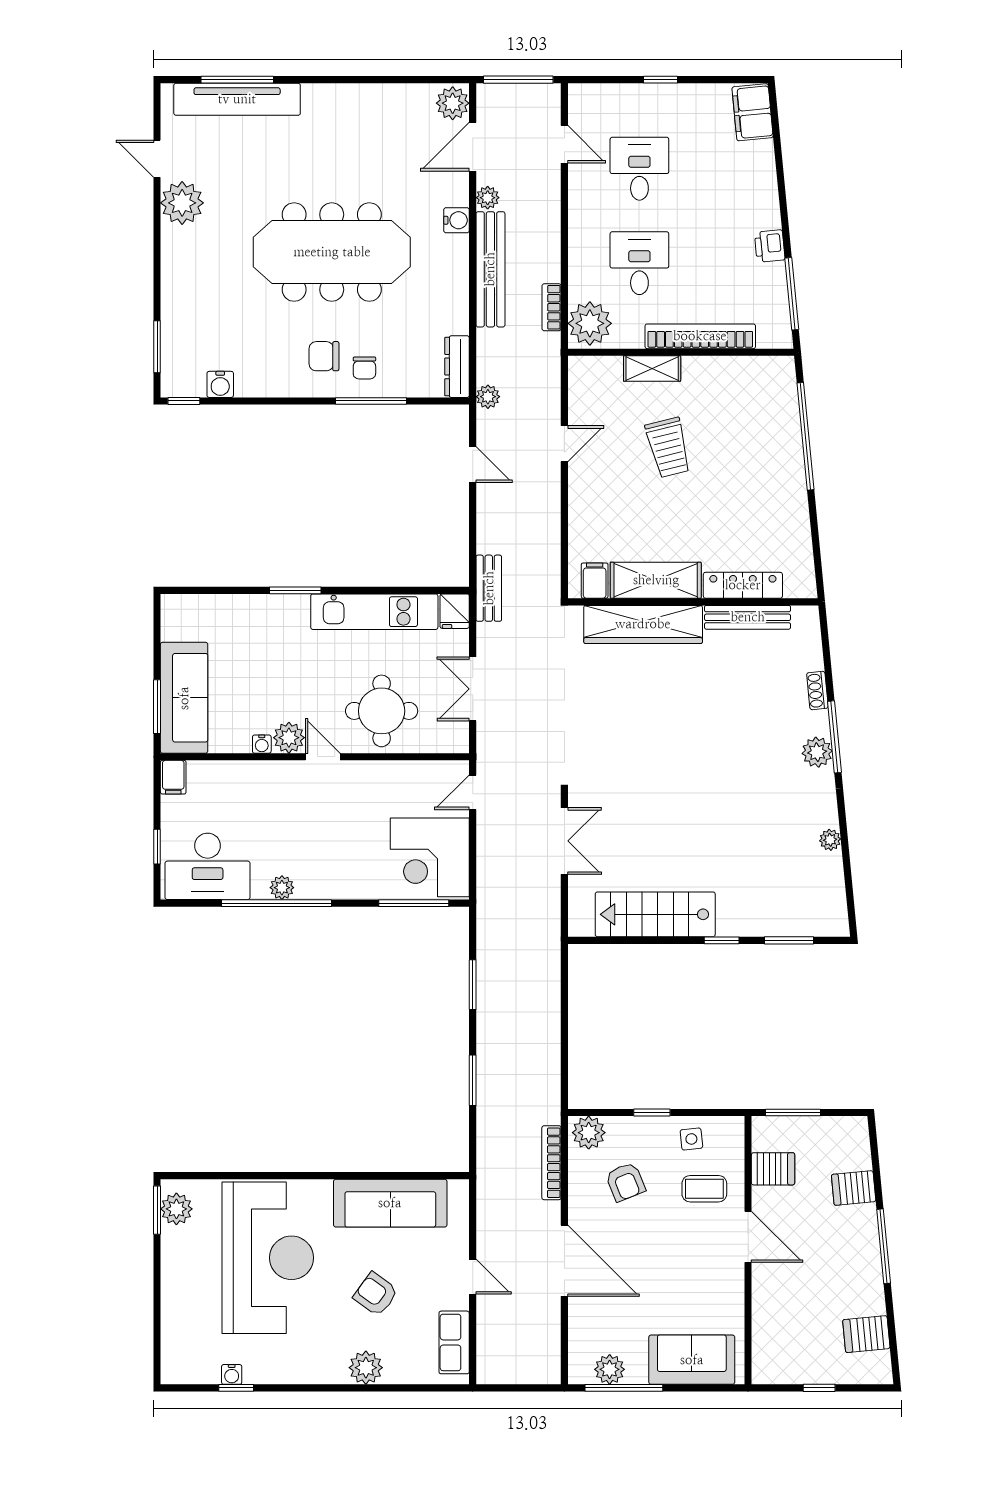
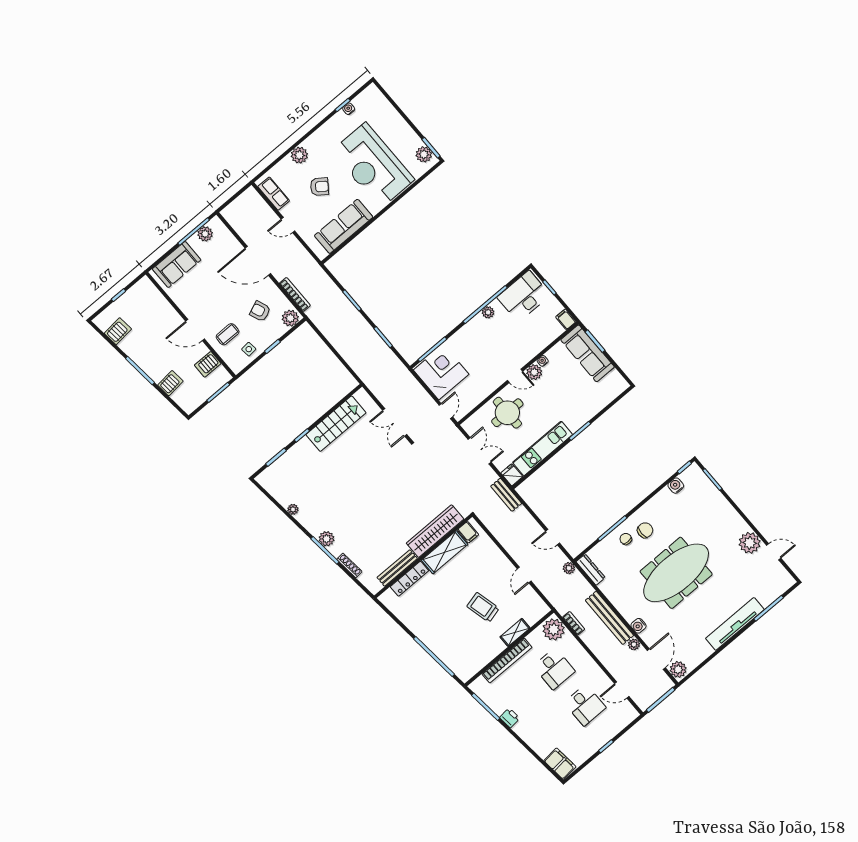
tv unit: (237, 99) -> (735, 624), moved
shoe rack: (817, 691) -> (349, 565), width x1.43

